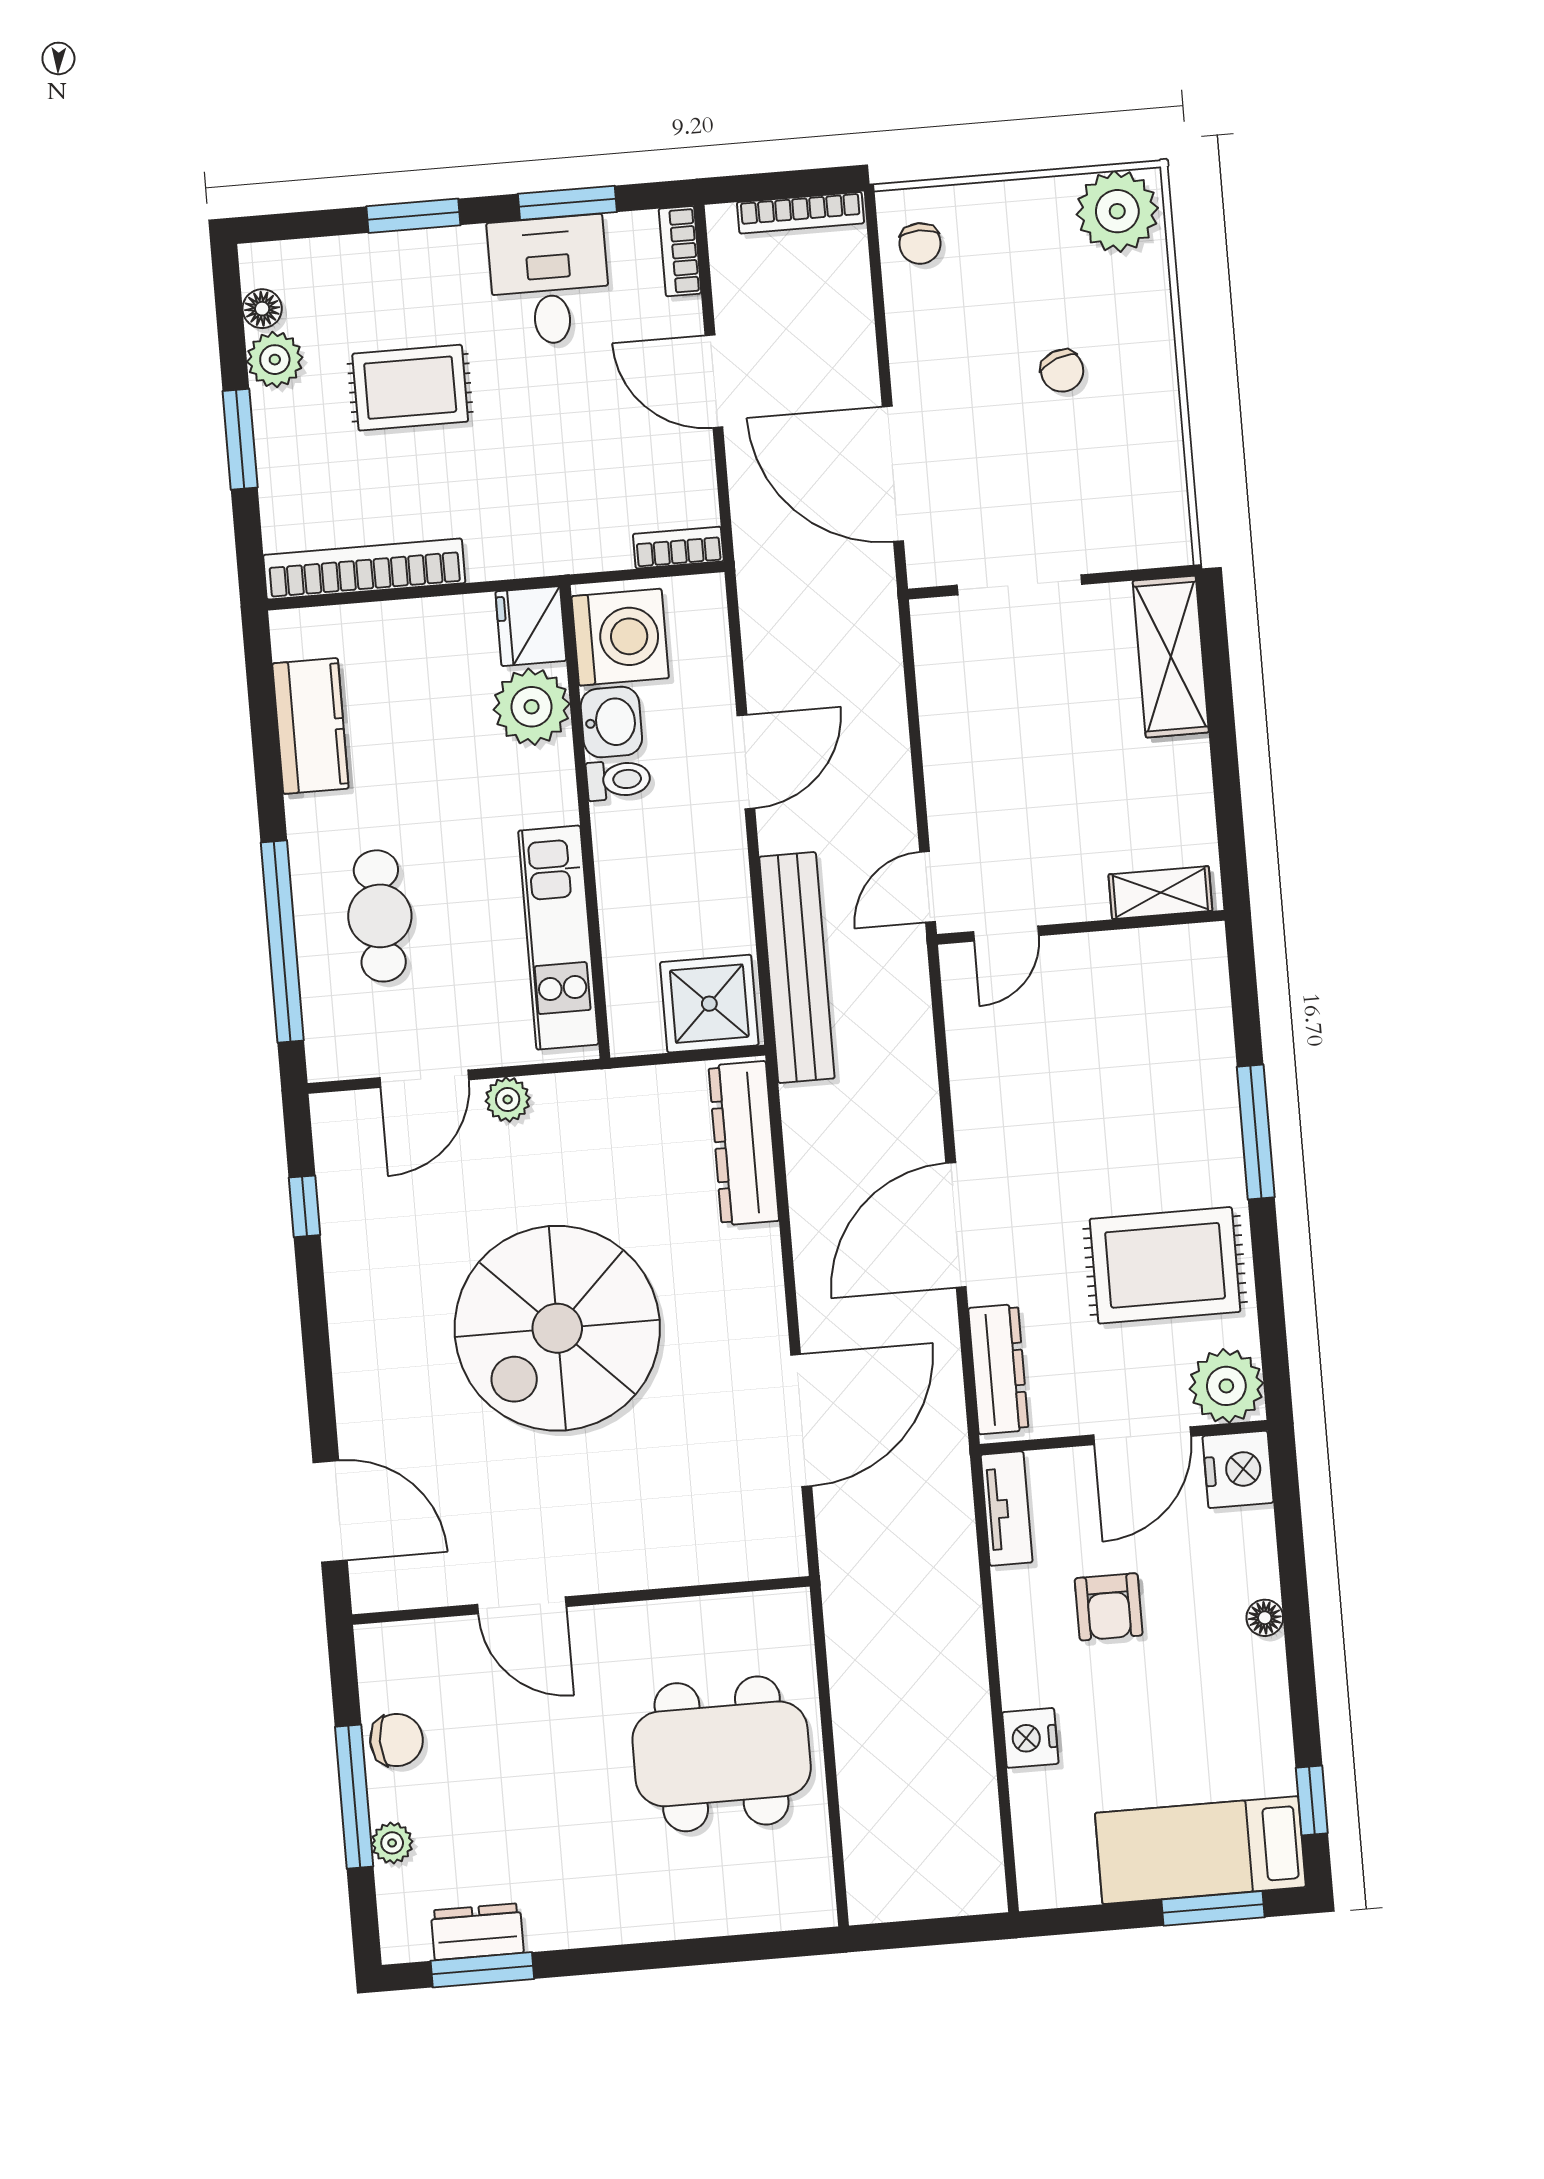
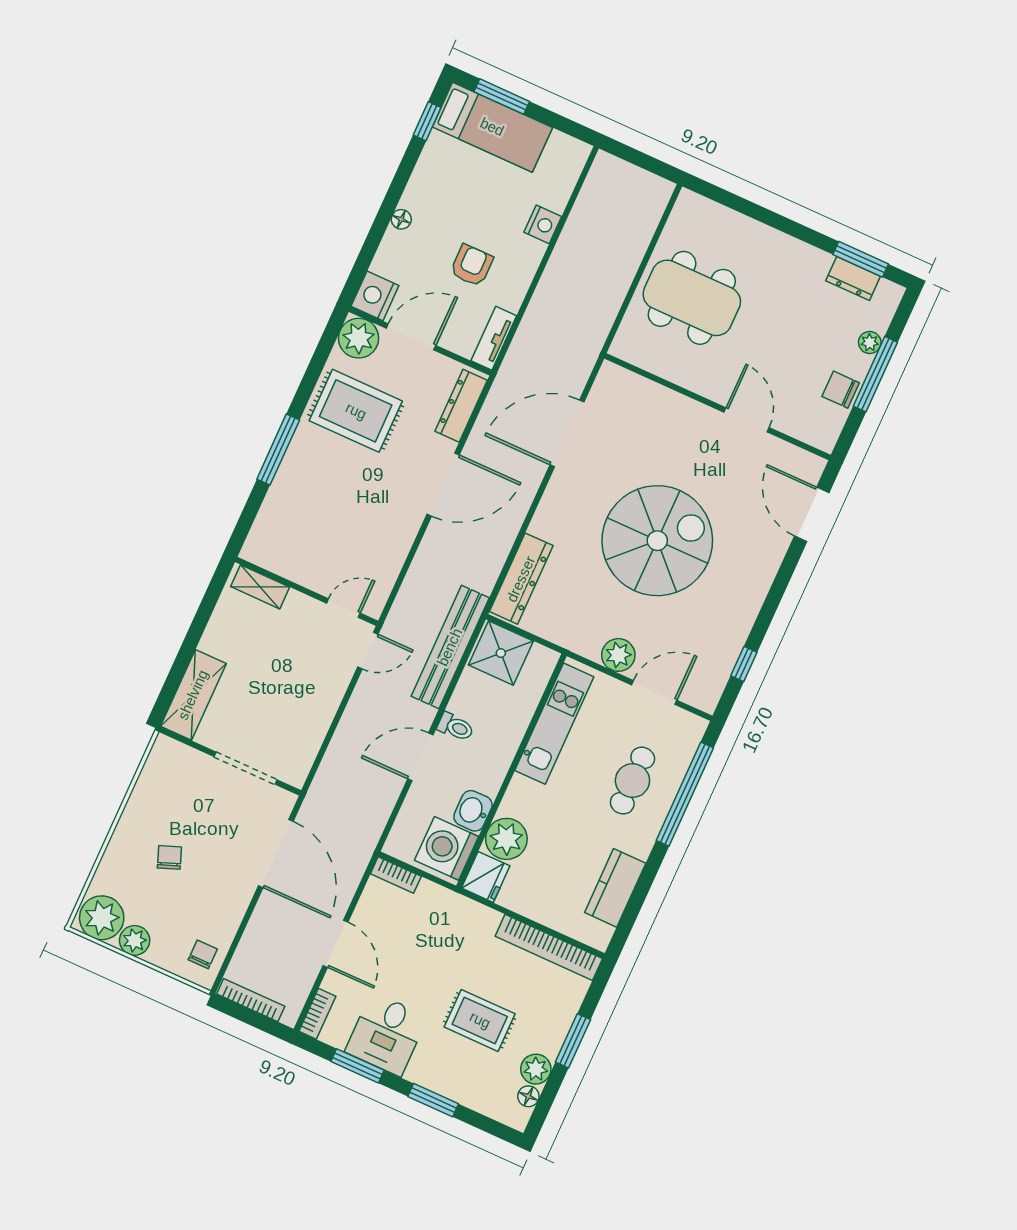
plant: (1043, 204) -> (135, 940), added
toilet: (618, 780) -> (456, 727), moved, turned 180
plant: (508, 1099) -> (618, 655), width x1.38, depth x1.38

